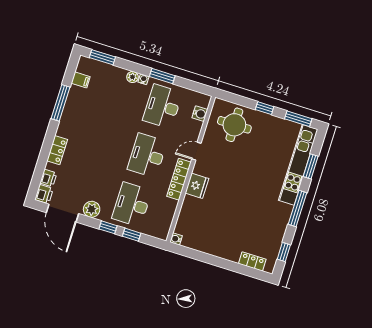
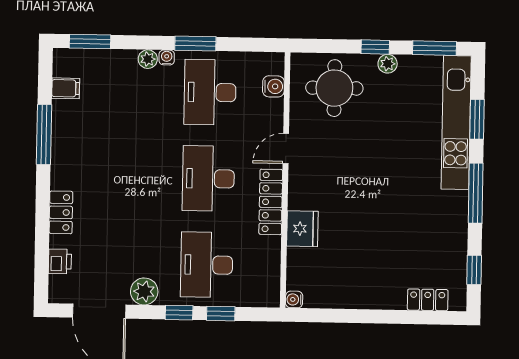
plant: (269, 120) -> (388, 64), added
fridge: (197, 186) -> (302, 229), moved
printer: (44, 194) -> (60, 289), removed

